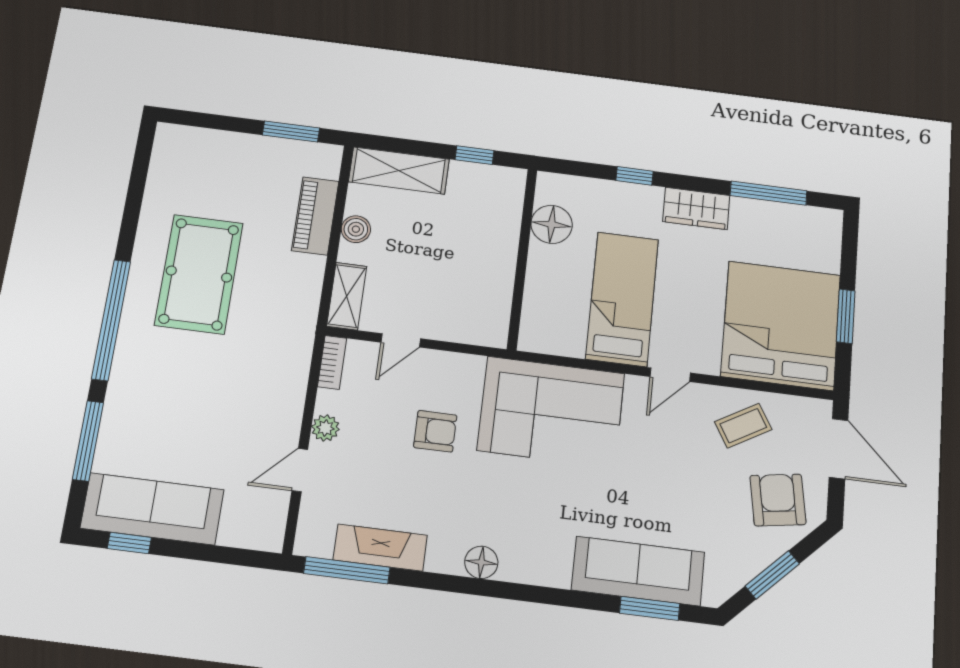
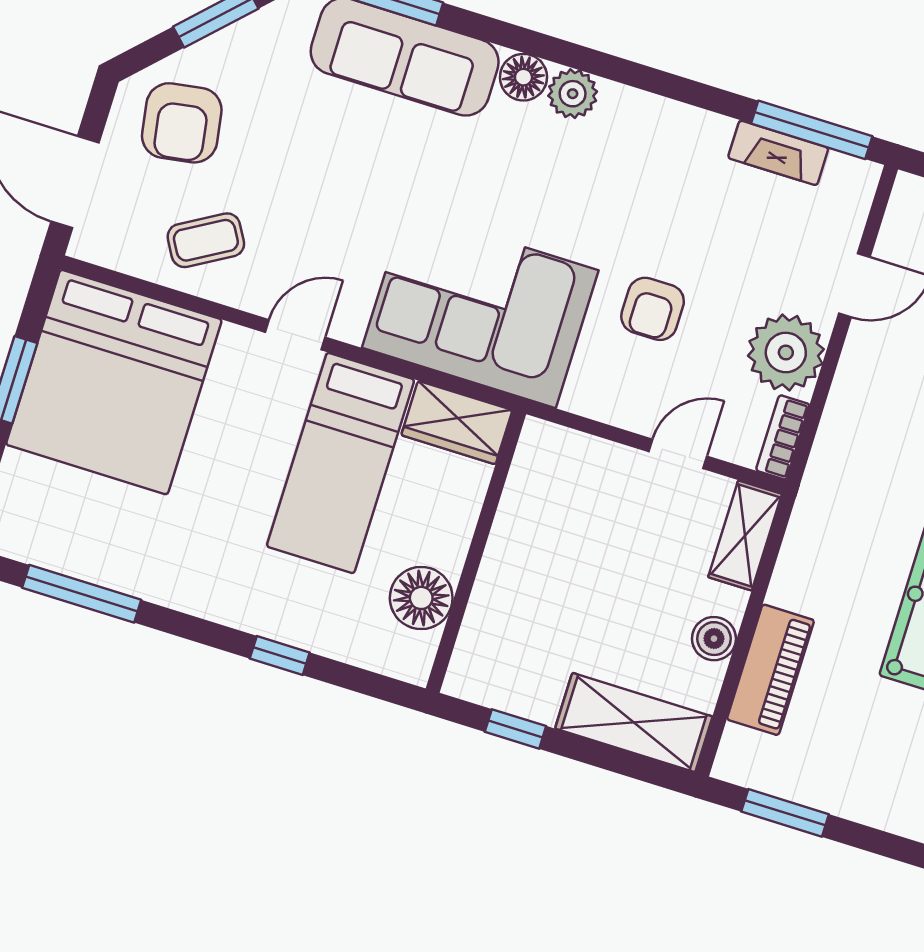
wardrobe: (696, 208) -> (457, 423), moved, turned 180
plant: (325, 428) -> (786, 352), width x1.87, depth x1.87
armchair: (435, 431) -> (653, 309), turned -90
fireplace: (380, 548) -> (778, 153), width x0.73, depth x0.76
floor lamp: (481, 562) -> (523, 77), moved
plant: (518, 566) -> (573, 94), added

